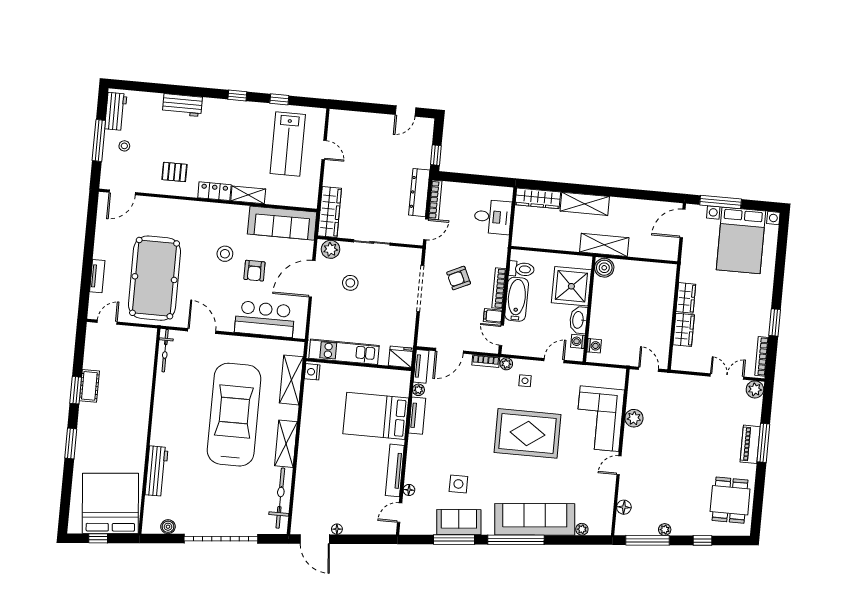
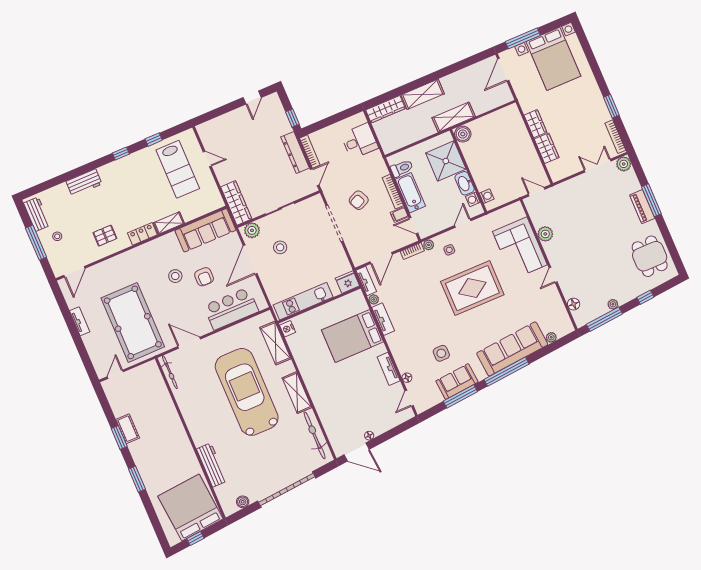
tv unit: (97, 276) -> (80, 321), moved
tv unit: (395, 470) -> (389, 369), width x0.71

